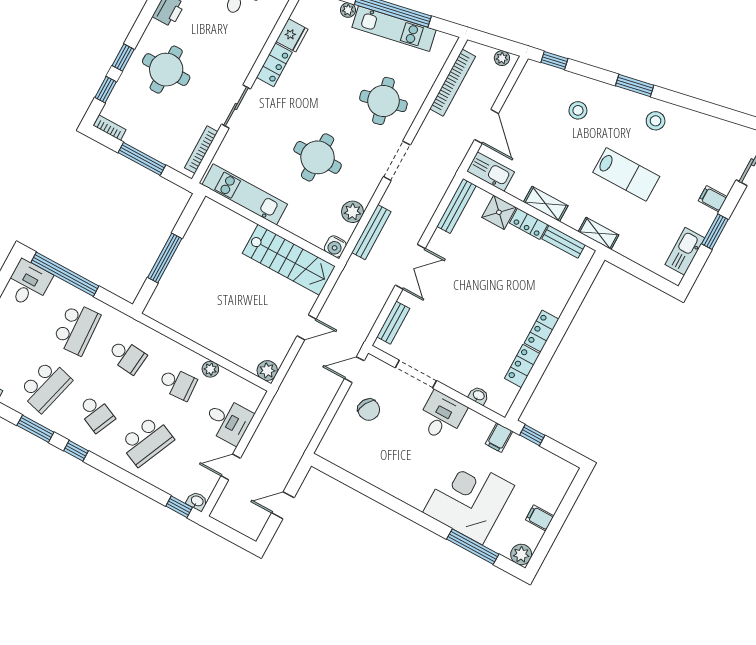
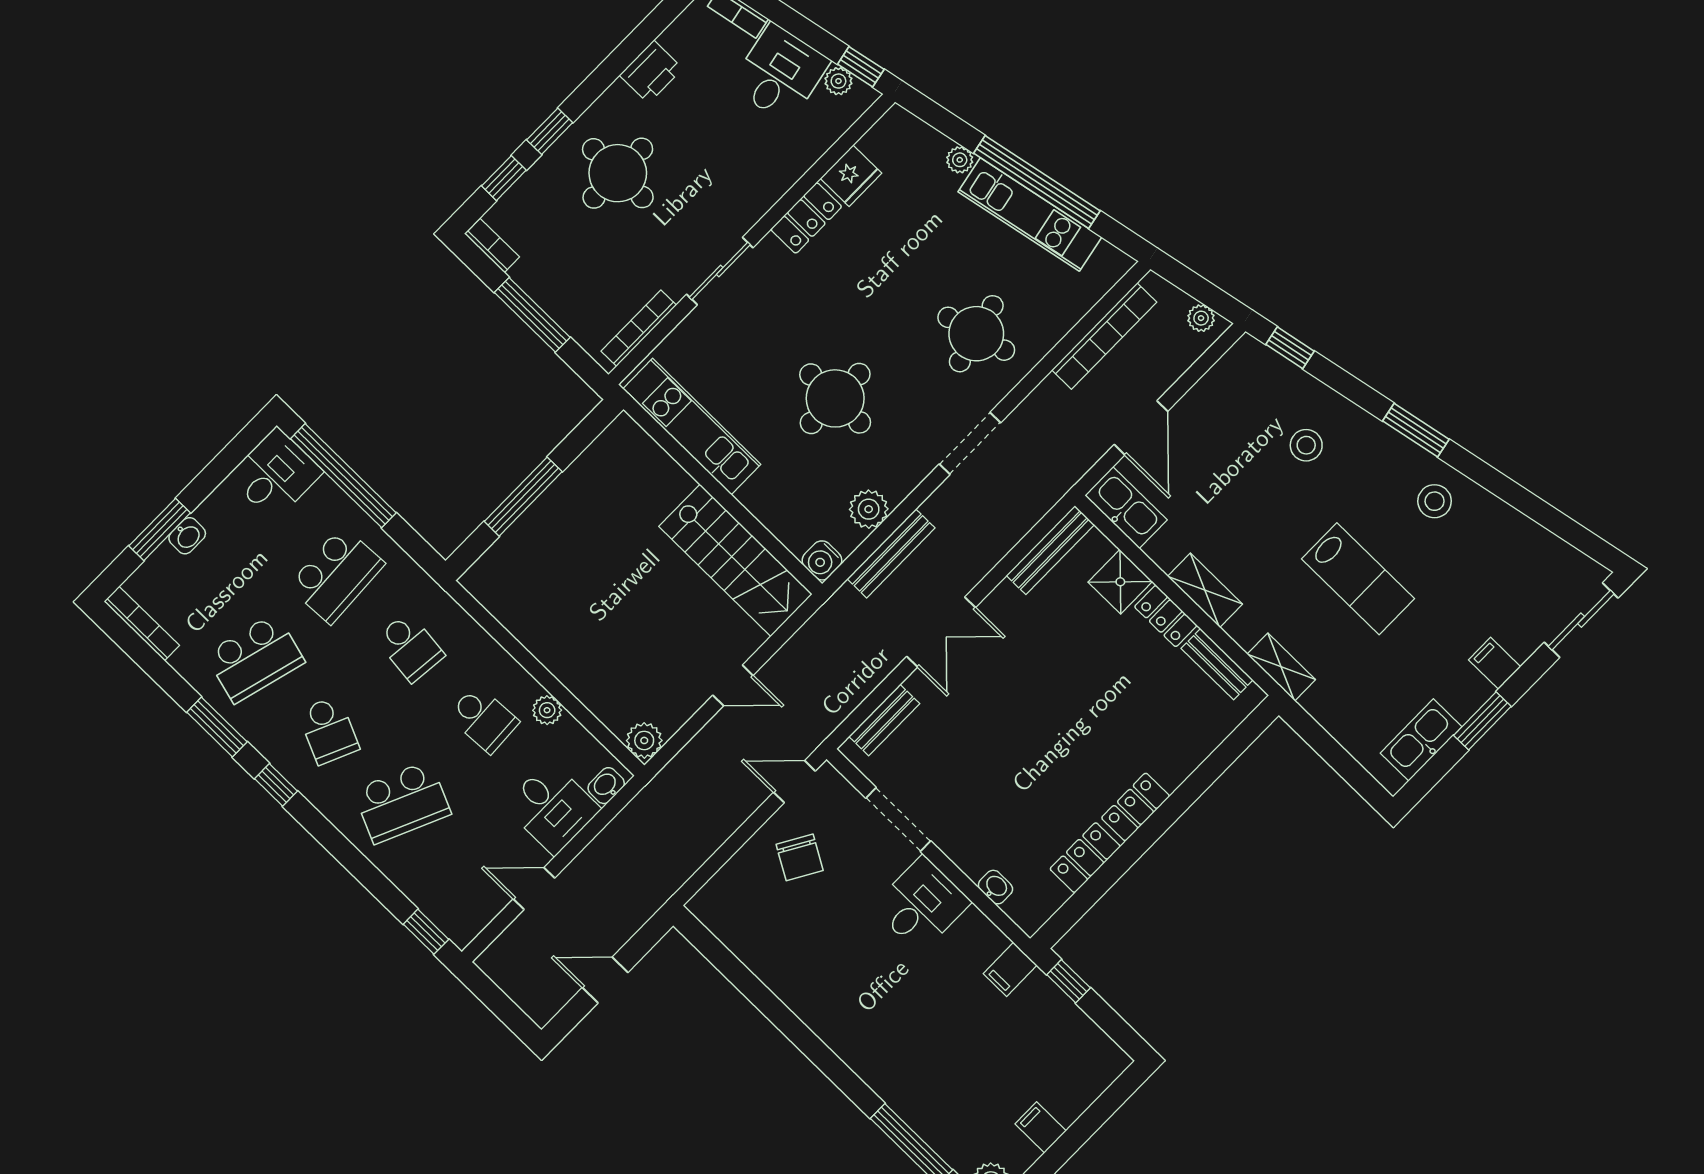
corner desk: (469, 499) -> (928, 1060), removed
washbasin: (197, 501) -> (606, 786), moved, turned -90

